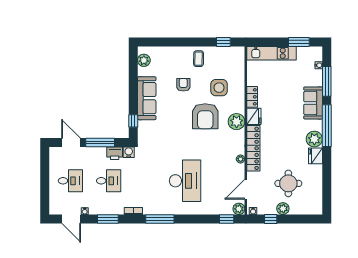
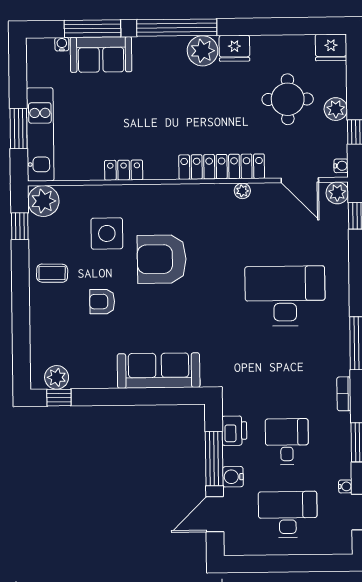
window: (299, 42) -> (19, 129), moved
sofa: (147, 98) -> (159, 371), moved
sofa: (313, 103) -> (101, 55), moved
armchair: (205, 116) -> (162, 259), turned 180
fridge: (254, 116) -> (331, 47), moved, turned 180
window: (133, 121) -> (59, 398), moved
plant: (237, 122) -> (43, 201), moved
water cooler: (129, 152) -> (233, 477), moved
desk: (70, 181) -> (288, 514), width x1.37

